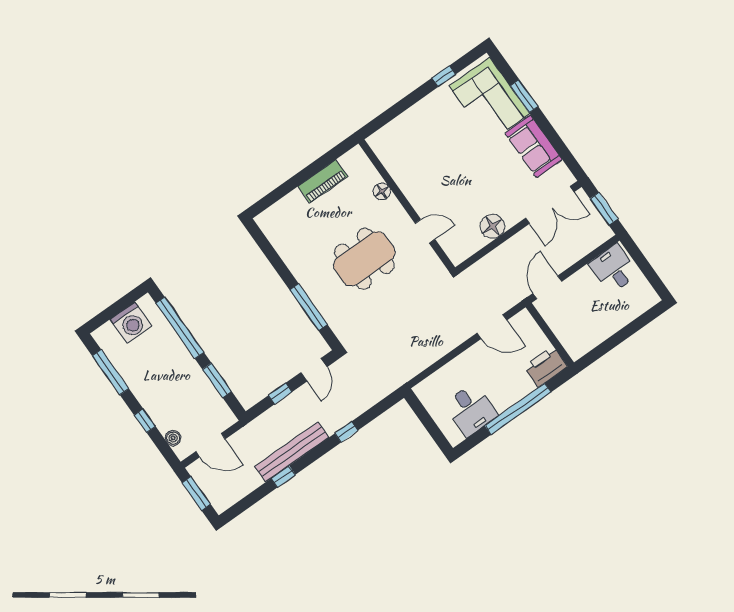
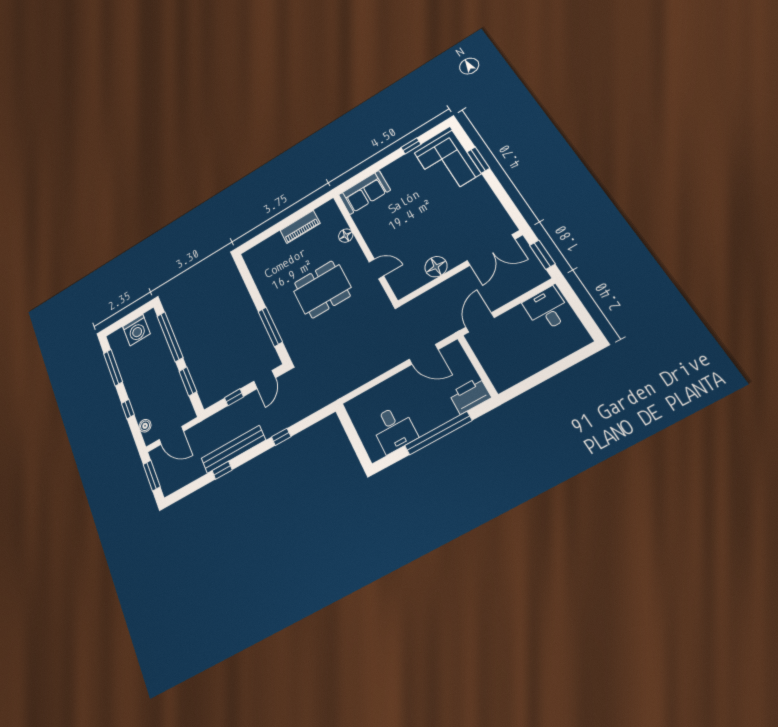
sofa: (534, 146) -> (364, 192), moved, turned -90

